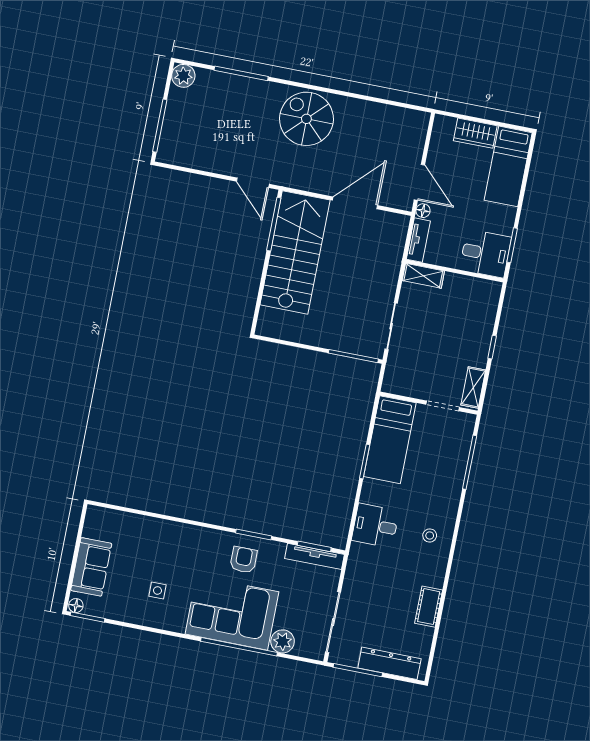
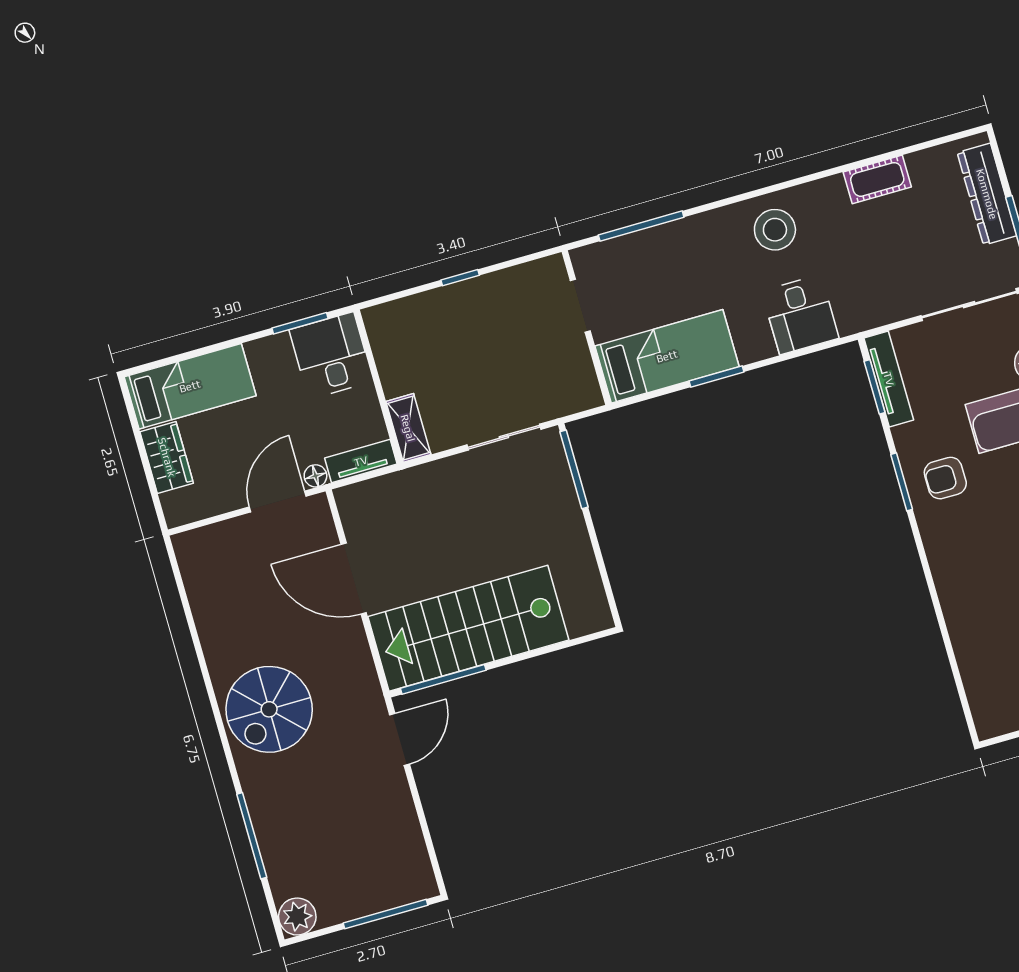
shelving: (473, 387) -> (532, 275), removed
stool: (430, 535) -> (775, 230), width x1.89, depth x1.89

